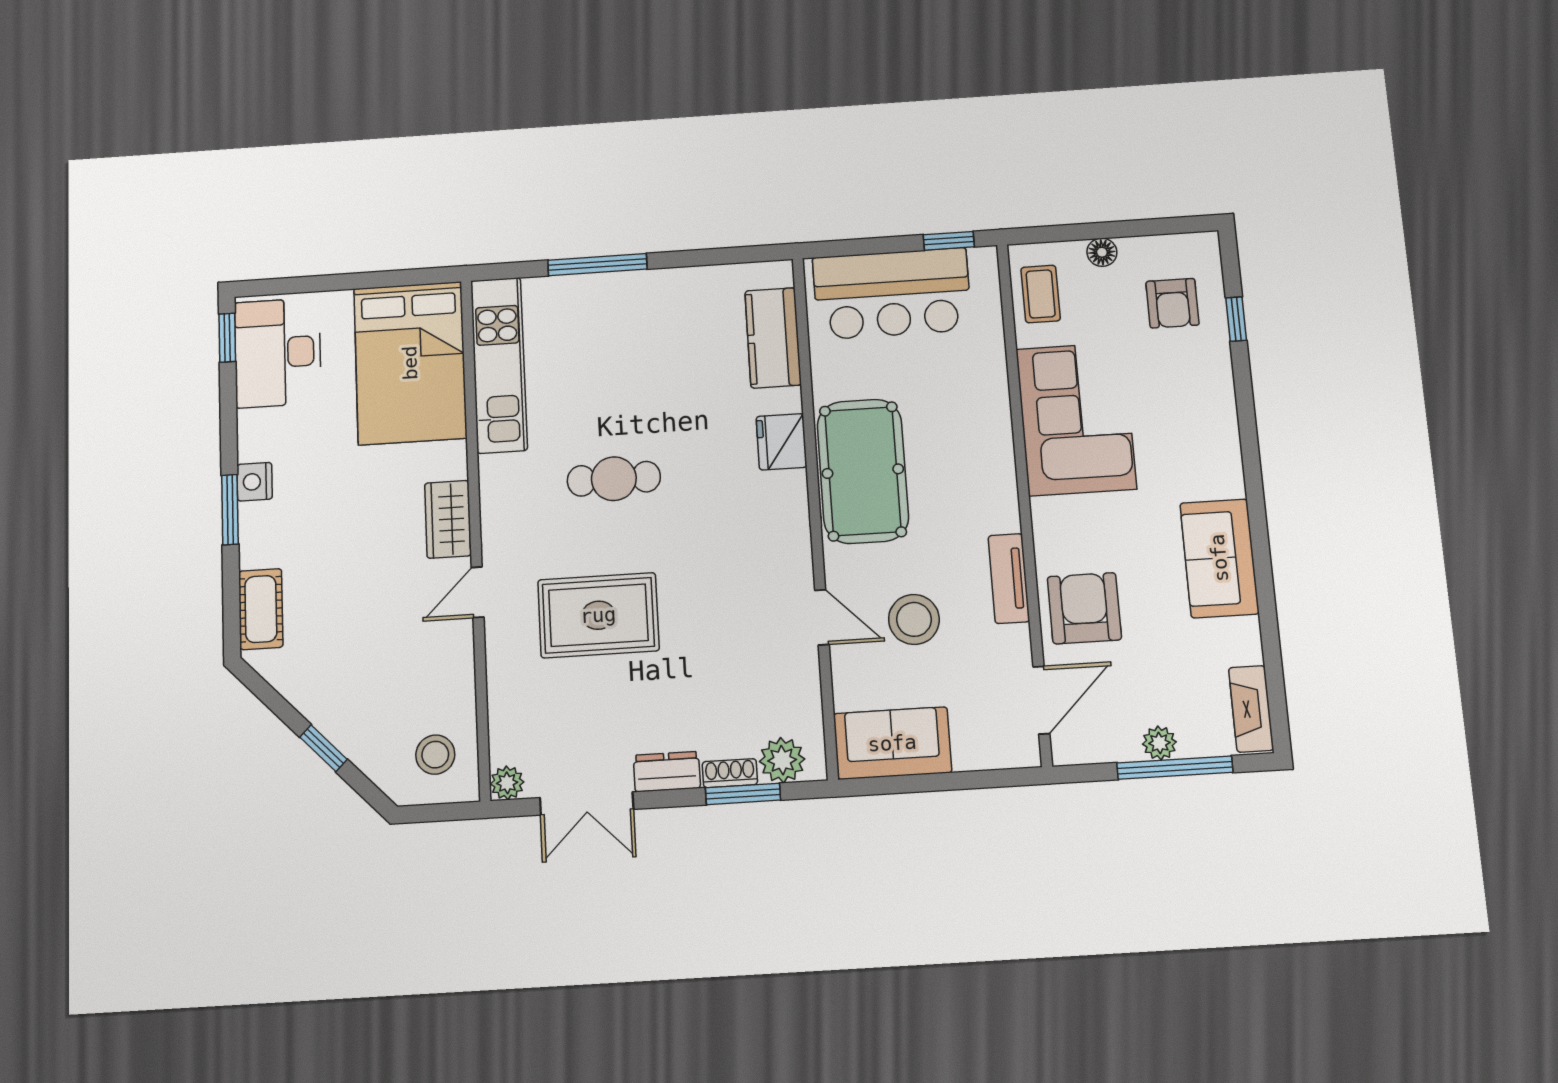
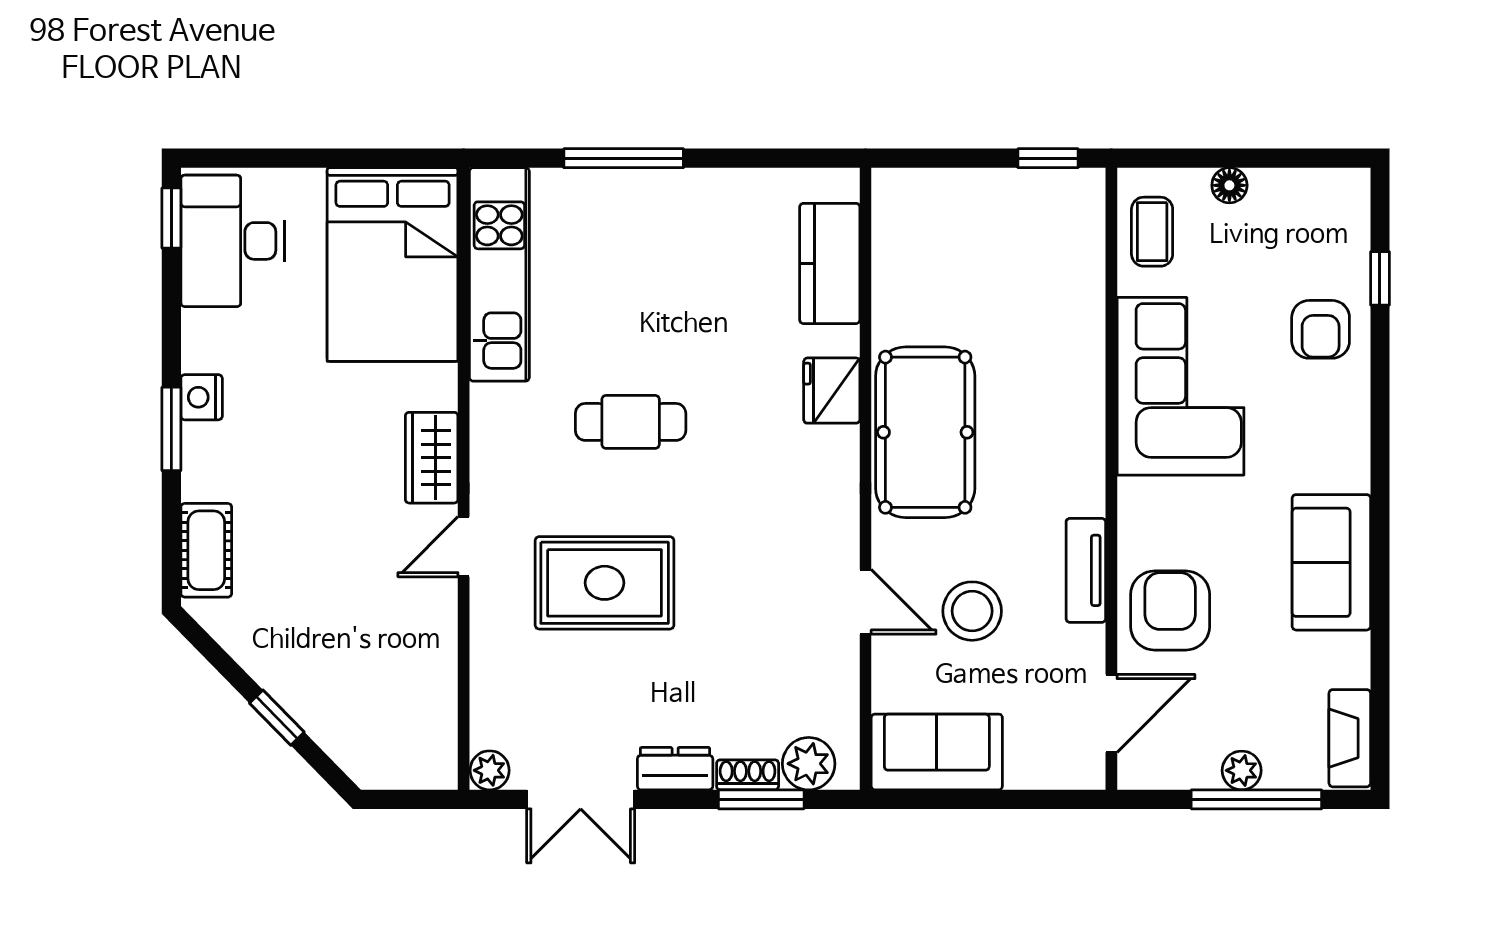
bar counter: (892, 294) -> (975, 219), removed
armchair: (1172, 303) -> (1321, 329), moved
stool: (435, 755) -> (407, 733), removed

